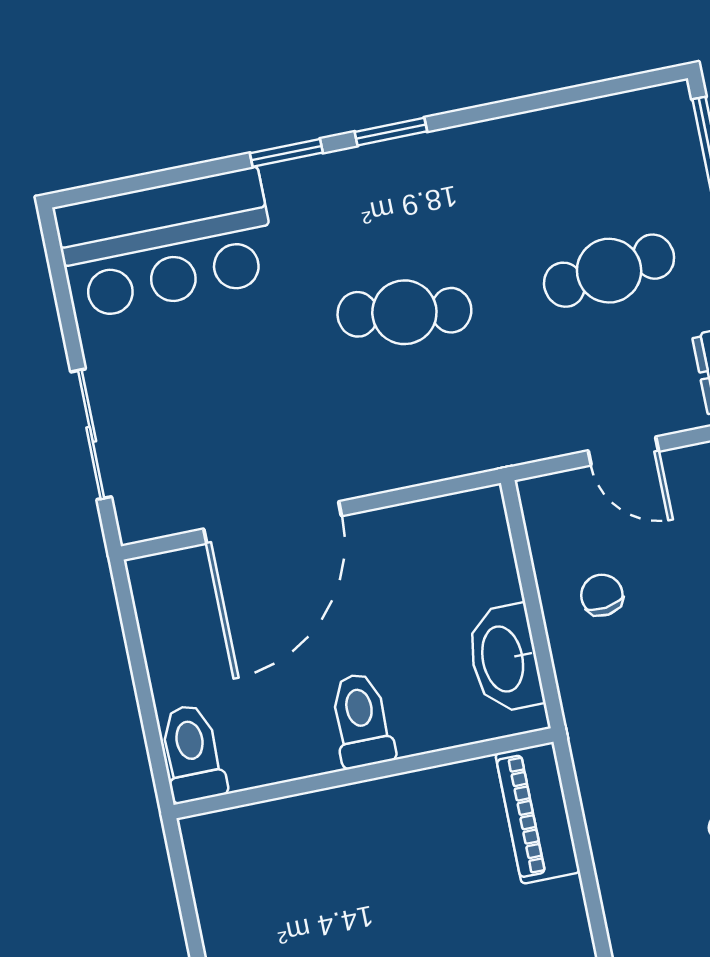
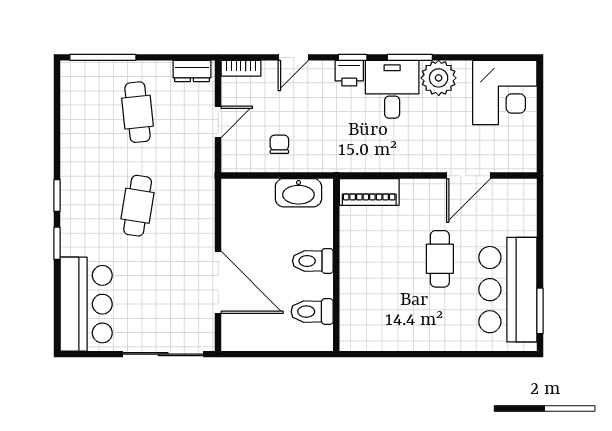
sliding door: (91, 434) -> (163, 354), width x1.37
chair: (602, 595) -> (279, 144), turned 97
toilet: (192, 753) -> (312, 312), moved

